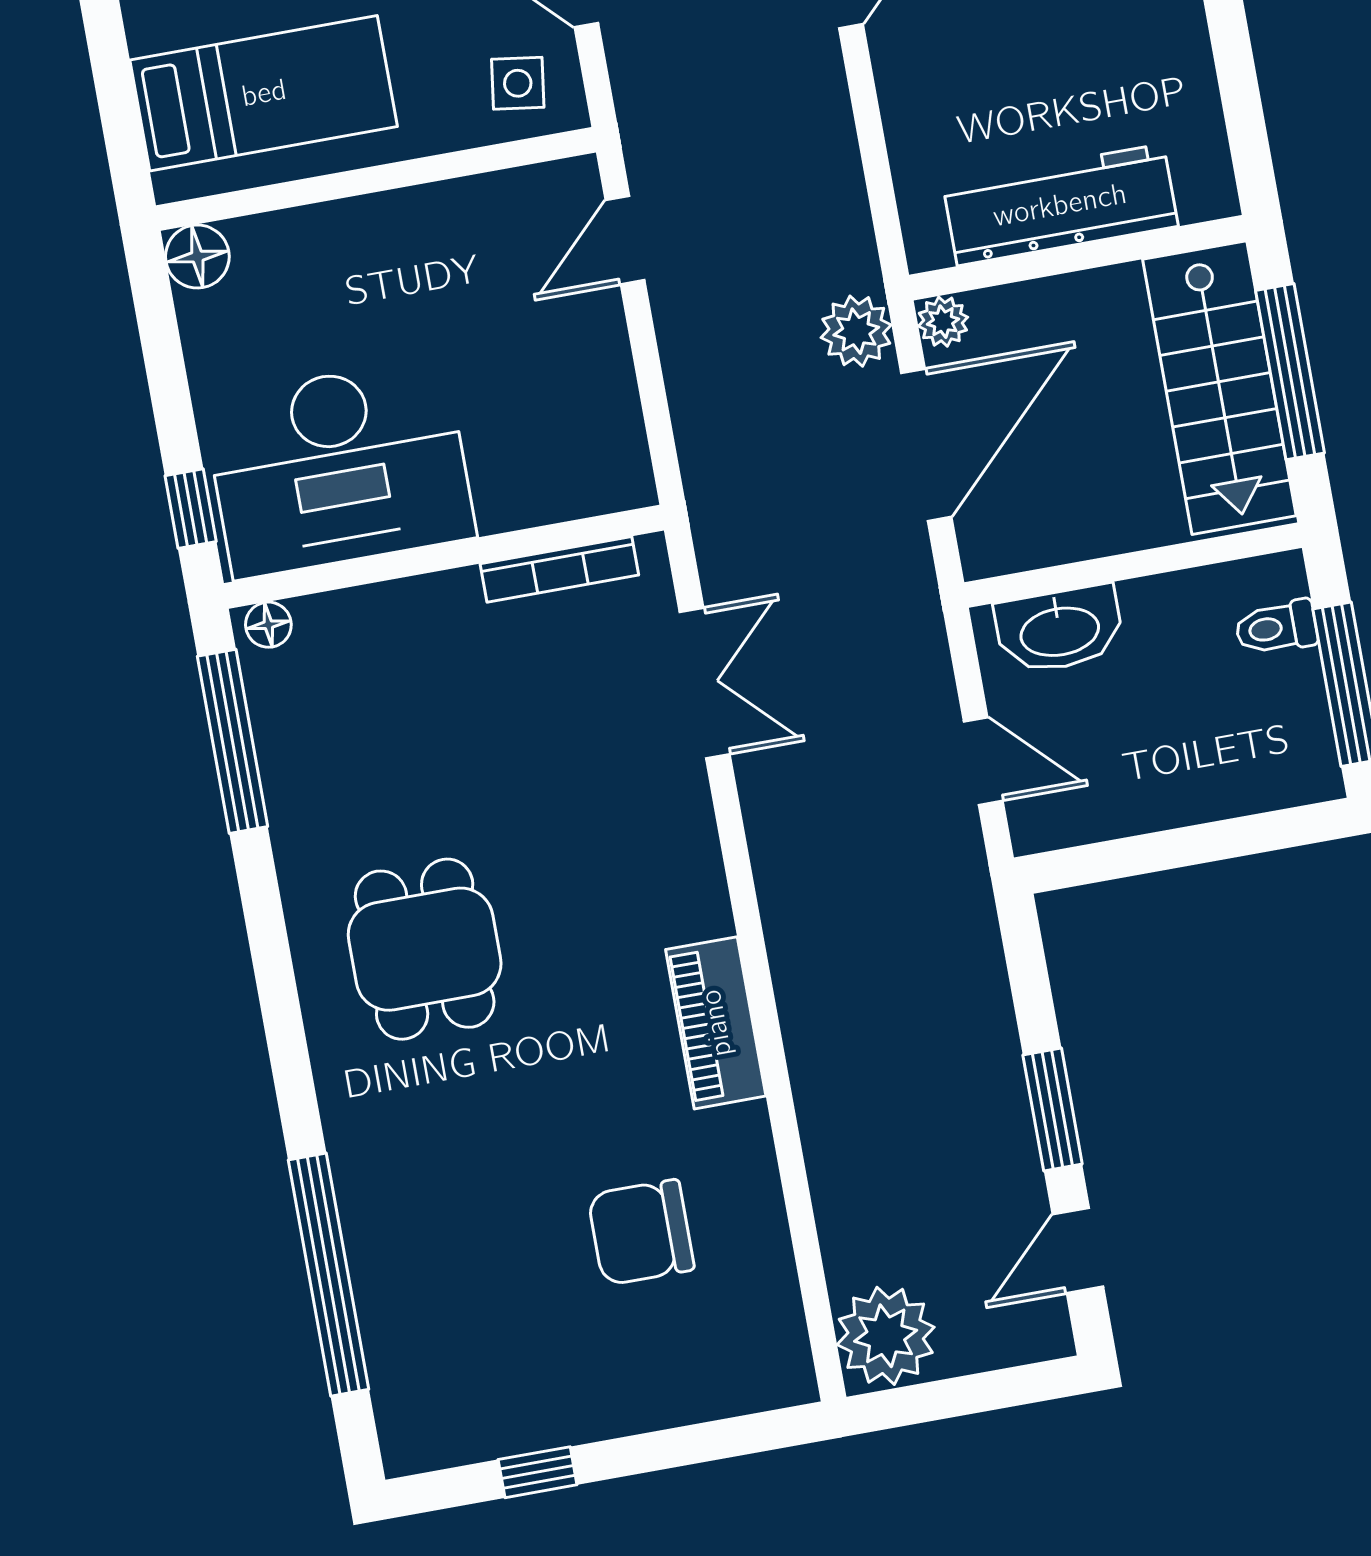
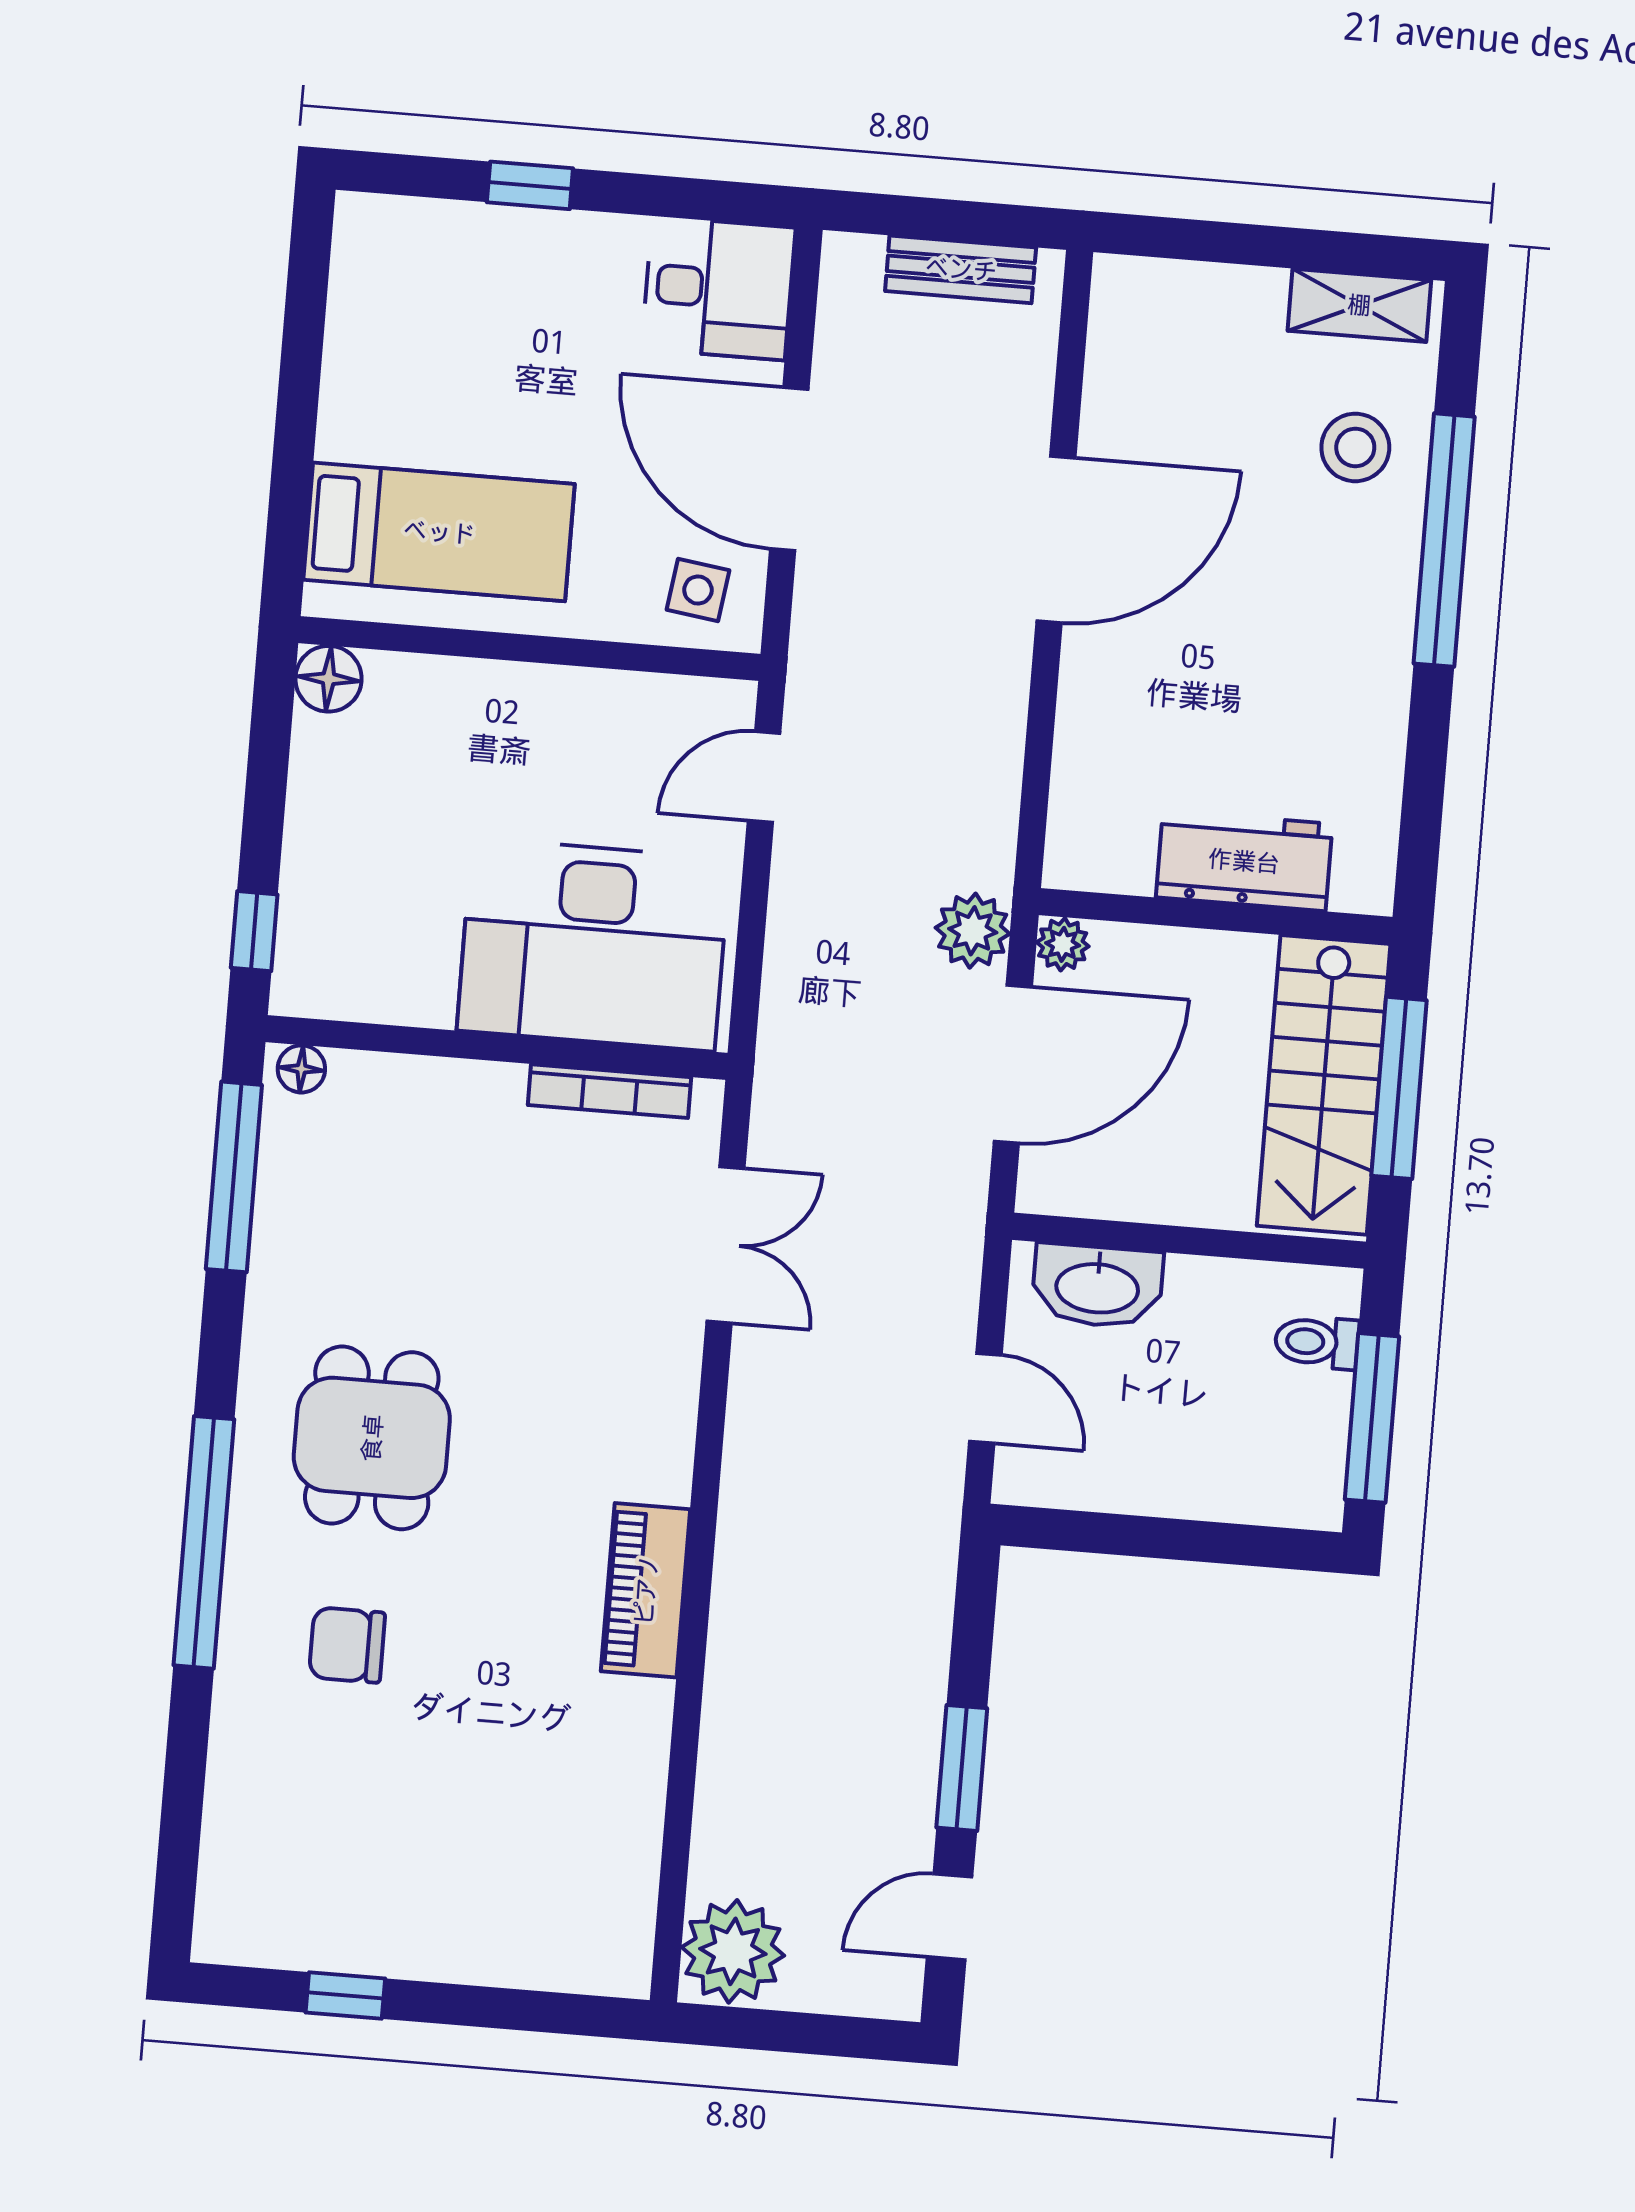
workbench: (1060, 205) -> (1244, 861), width x0.73
desk: (339, 468) -> (593, 945), moved
chair: (641, 1232) -> (347, 1645), moved, width x0.73, depth x0.73
window: (329, 1275) -> (204, 1542), moved

